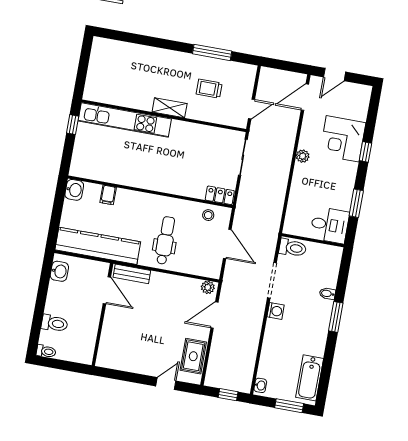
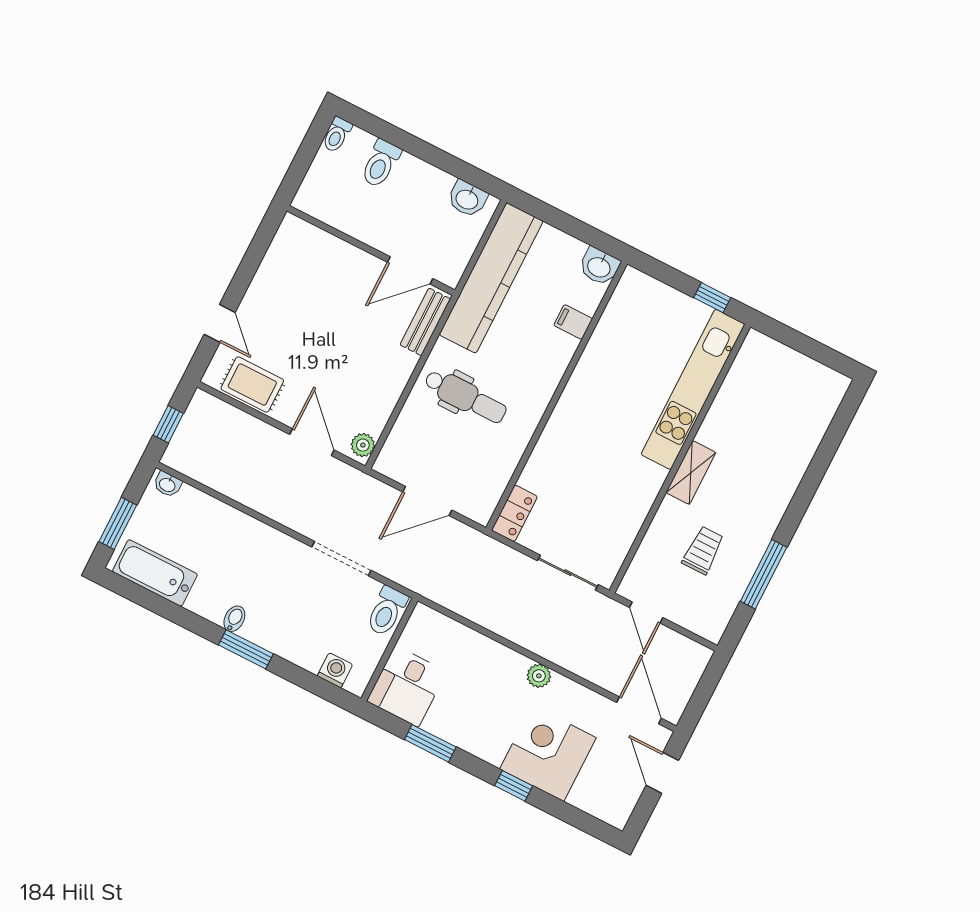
stool: (208, 215) -> (487, 483), removed
bidet: (327, 294) -> (234, 619), moved
washing machine: (276, 311) -> (335, 670), moved, turned 180

